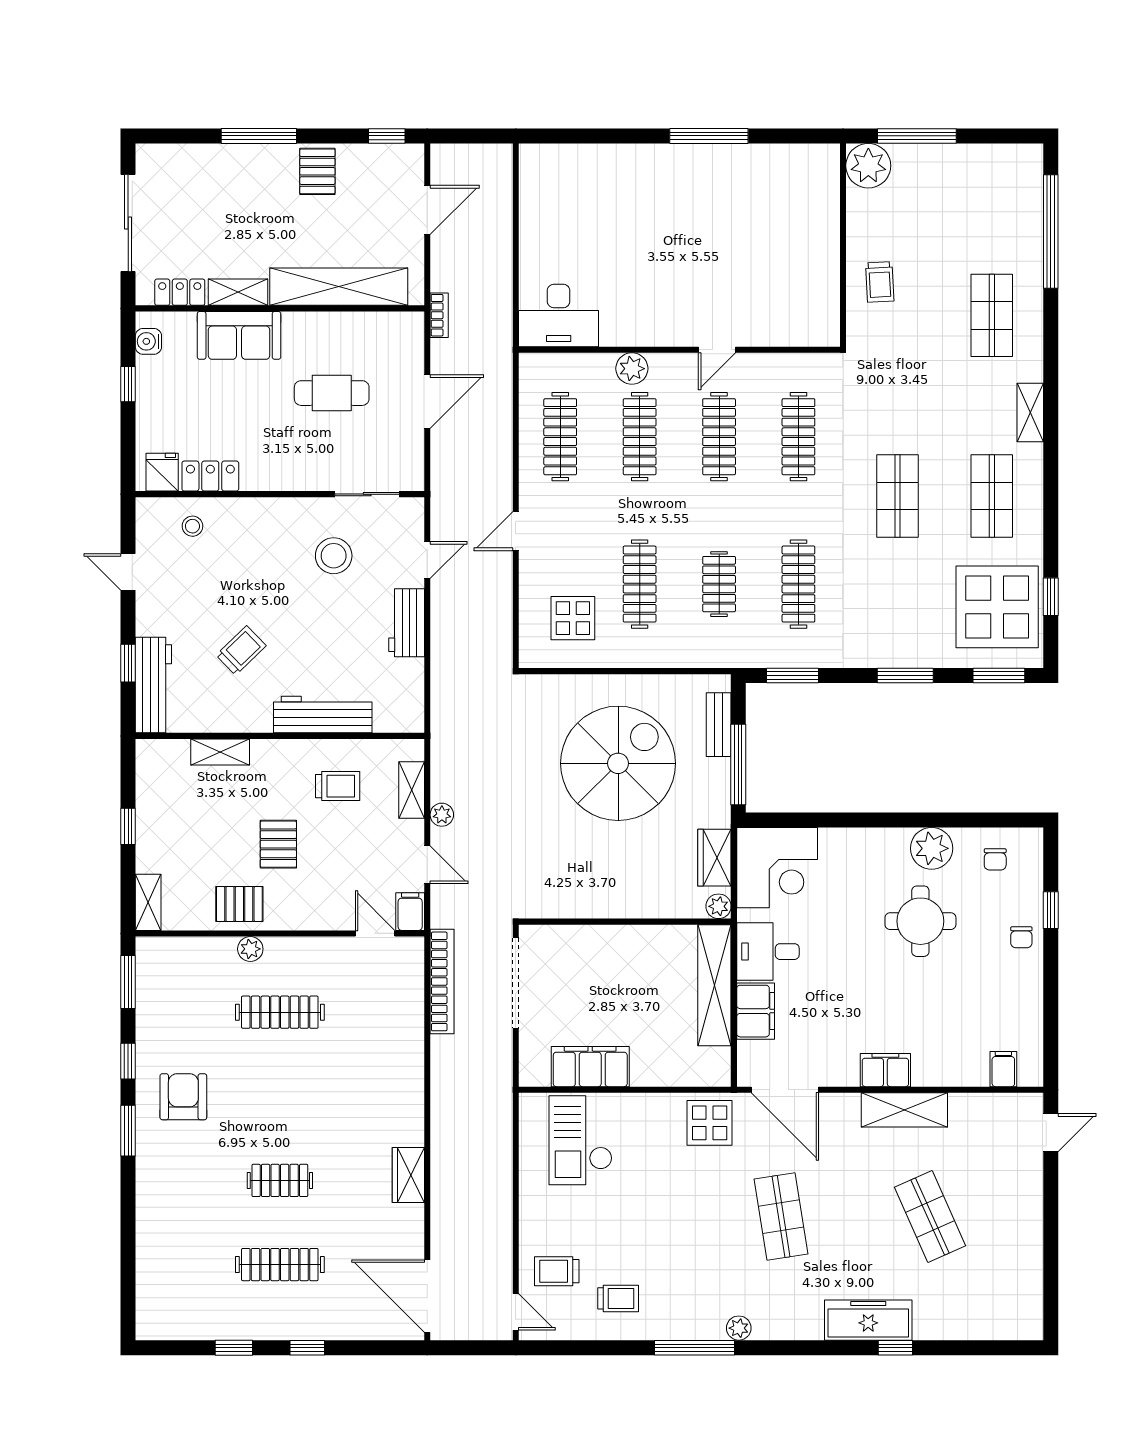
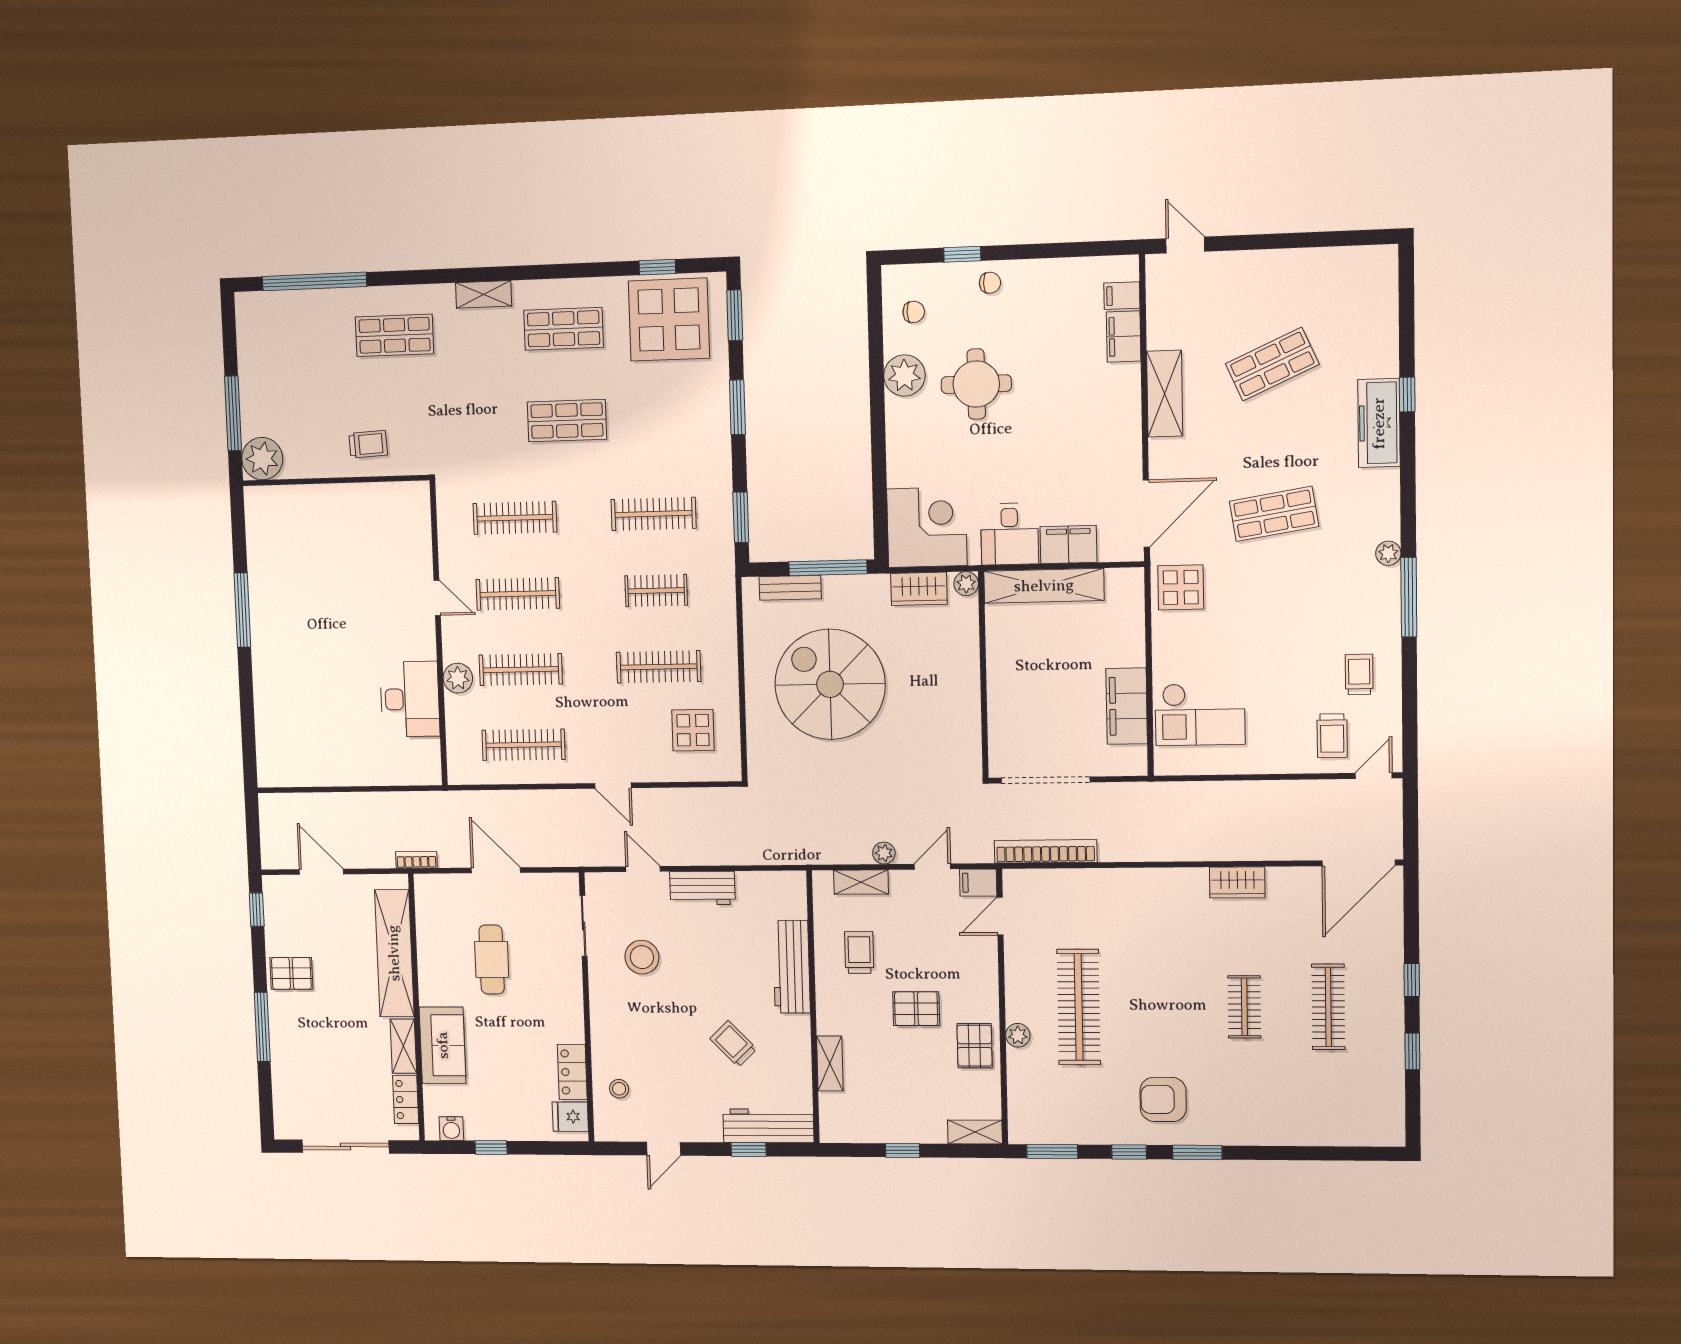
desk: (559, 315) -> (410, 699), moved
clothes rail: (280, 1012) -> (1079, 1007), width x1.37, depth x1.31
filing cabinet: (885, 1070) -> (1124, 337), moved

